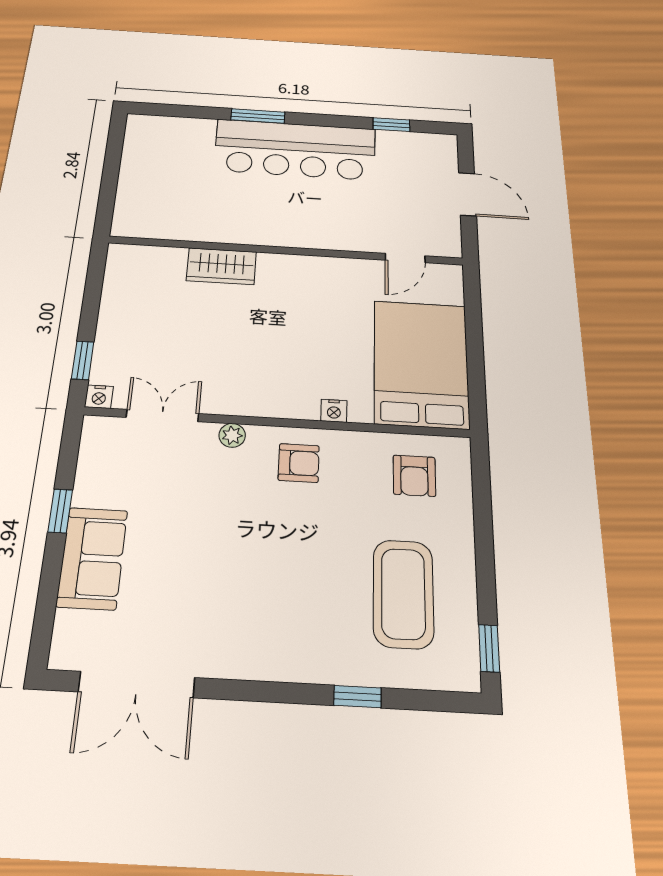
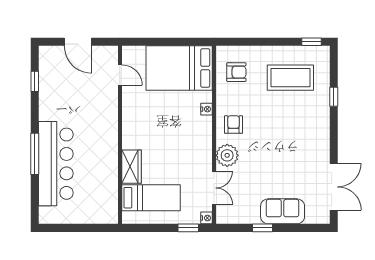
window: (258, 116) -> (35, 154), width x1.44
bar counter: (295, 150) -> (56, 164), moved
door: (467, 194) -> (78, 42), swing flipped
bed: (155, 296) -> (151, 198), added
double door: (162, 415) -> (214, 188), swing flipped
plant: (232, 435) -> (227, 155), width x1.88, depth x1.88

